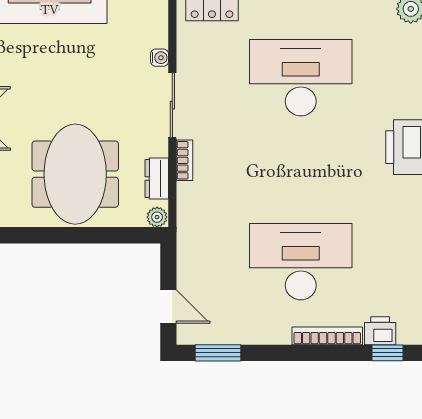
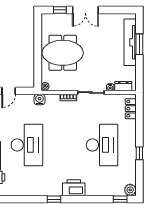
dresser: (157, 178) -> (123, 86), moved
water cooler: (190, 231) -> (39, 100), added

